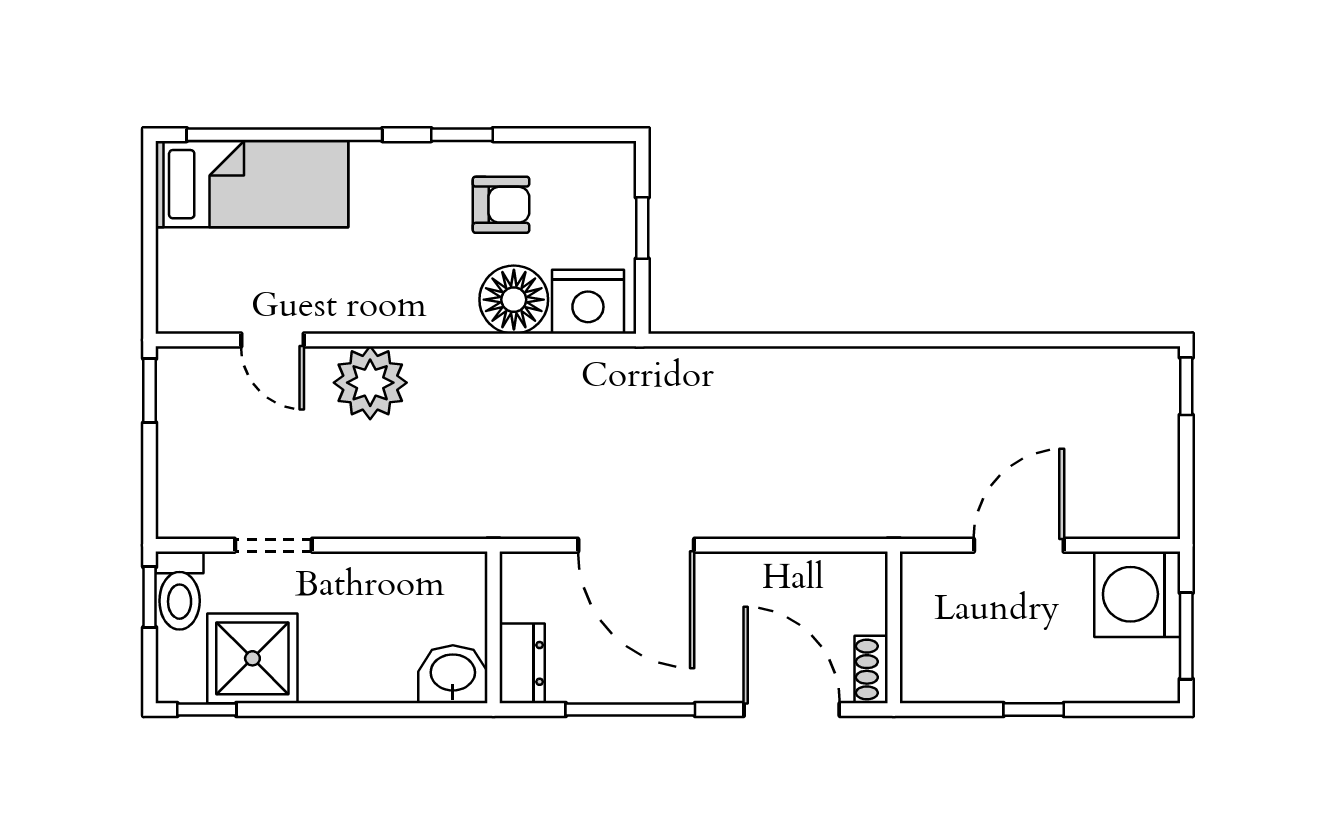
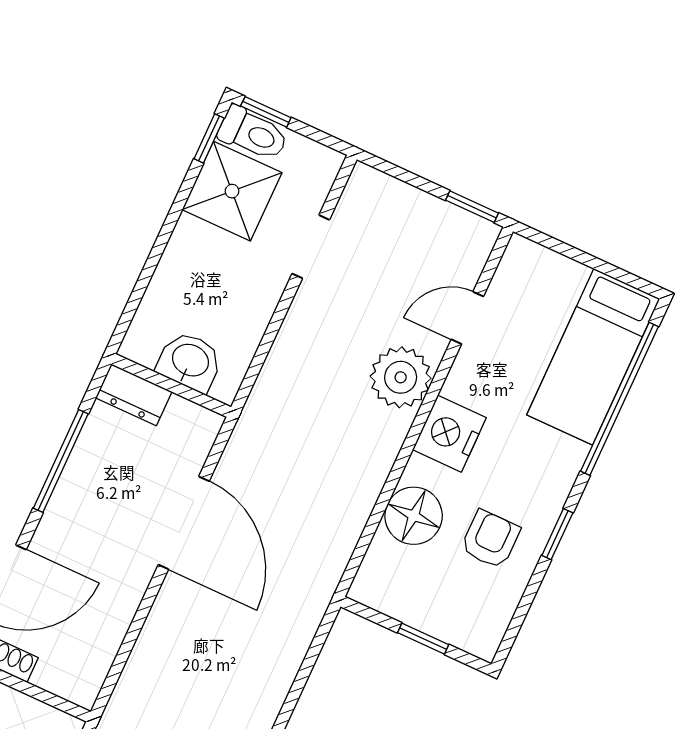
armchair: (501, 205) -> (490, 539), turned 180
nightstand: (588, 302) -> (449, 434), moved
door: (636, 545) -> (184, 523), swing flipped
toilet: (180, 591) -> (253, 134), moved, turned 180
window: (150, 597) -> (266, 112), moved
washbasin: (453, 674) -> (190, 361), moved, turned -90

